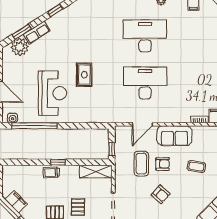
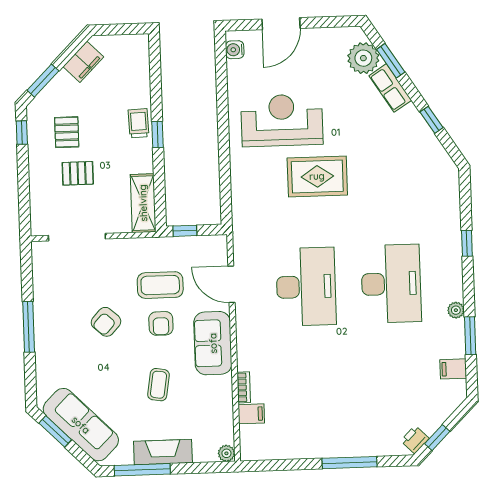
rug: (84, 75) -> (317, 176), width x1.36, depth x1.43
reception desk: (53, 93) -> (282, 120), turned 180
window: (35, 126) -> (222, 90), removed

